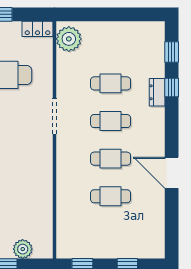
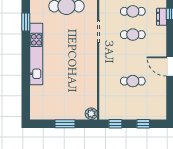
cafe table: (111, 159) -> (133, 58), removed
plant: (23, 249) -> (91, 114), moved

